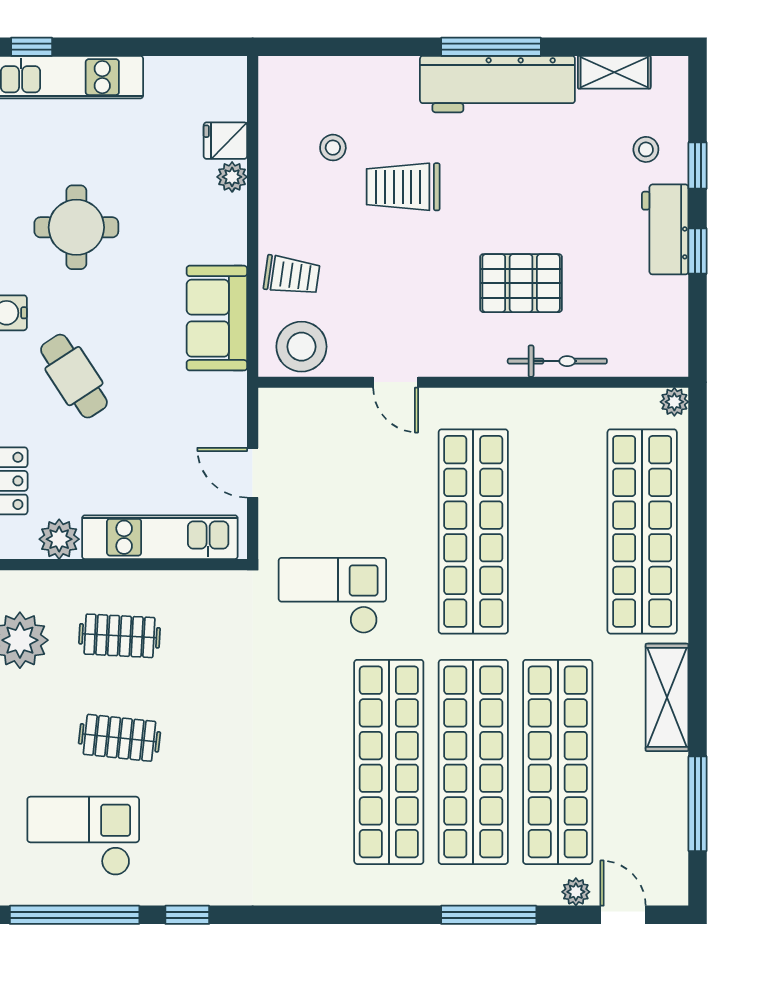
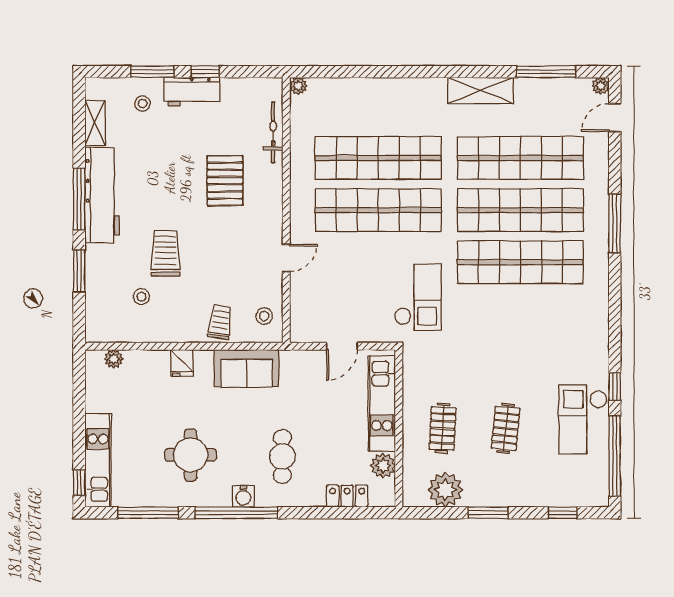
window: (374, 47) -> (79, 271), added
fridge: (225, 141) -> (182, 363), moved
window: (698, 166) -> (152, 72), width x1.50
plant: (232, 177) -> (113, 359), moved
trolley: (403, 187) -> (166, 253), turned 180
stool: (301, 347) -> (264, 316), width x0.53, depth x0.53
bicycle: (557, 361) -> (273, 132), moved
cafe table: (74, 376) -> (282, 456), turned -57
shop shelf: (642, 531) -> (378, 158), moved
checkout: (332, 596) -> (418, 297), turned 180
checkout: (83, 836) -> (583, 419), moved
plant: (576, 892) -> (601, 86), moved
window: (489, 915) -> (615, 223), moved

